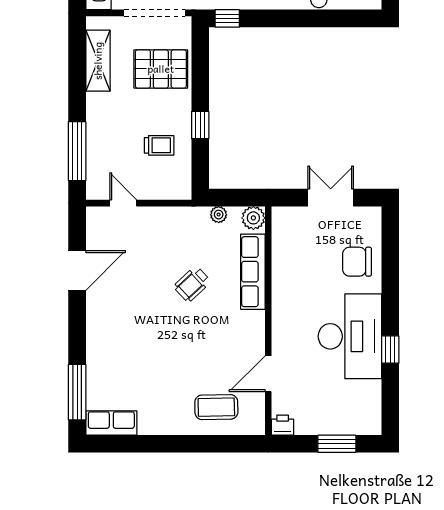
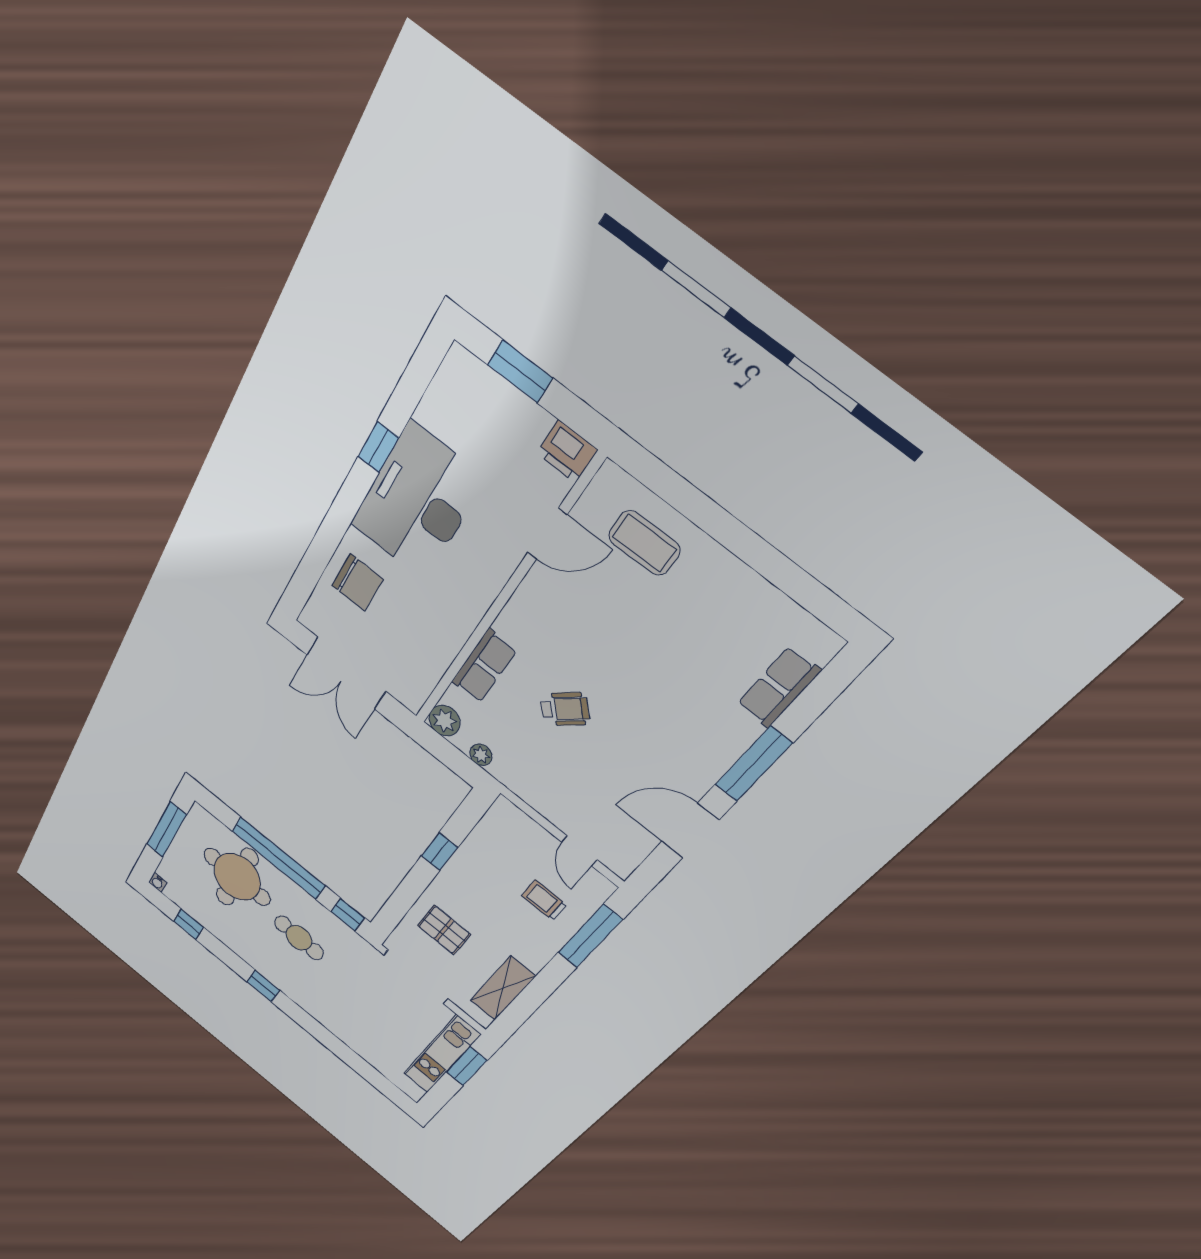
window: (299, 18) -> (278, 858), added
pallet: (161, 69) -> (444, 930), width x0.67, depth x0.71
trolley: (159, 145) -> (544, 900), moved
double door: (331, 198) -> (346, 673), width x1.37
row of seats: (253, 272) -> (484, 666), width x0.68
window: (77, 392) -> (753, 764), moved
row of seats: (111, 423) -> (779, 687), moved, turned 90
printer: (283, 425) -> (567, 452), width x1.36, depth x1.24

